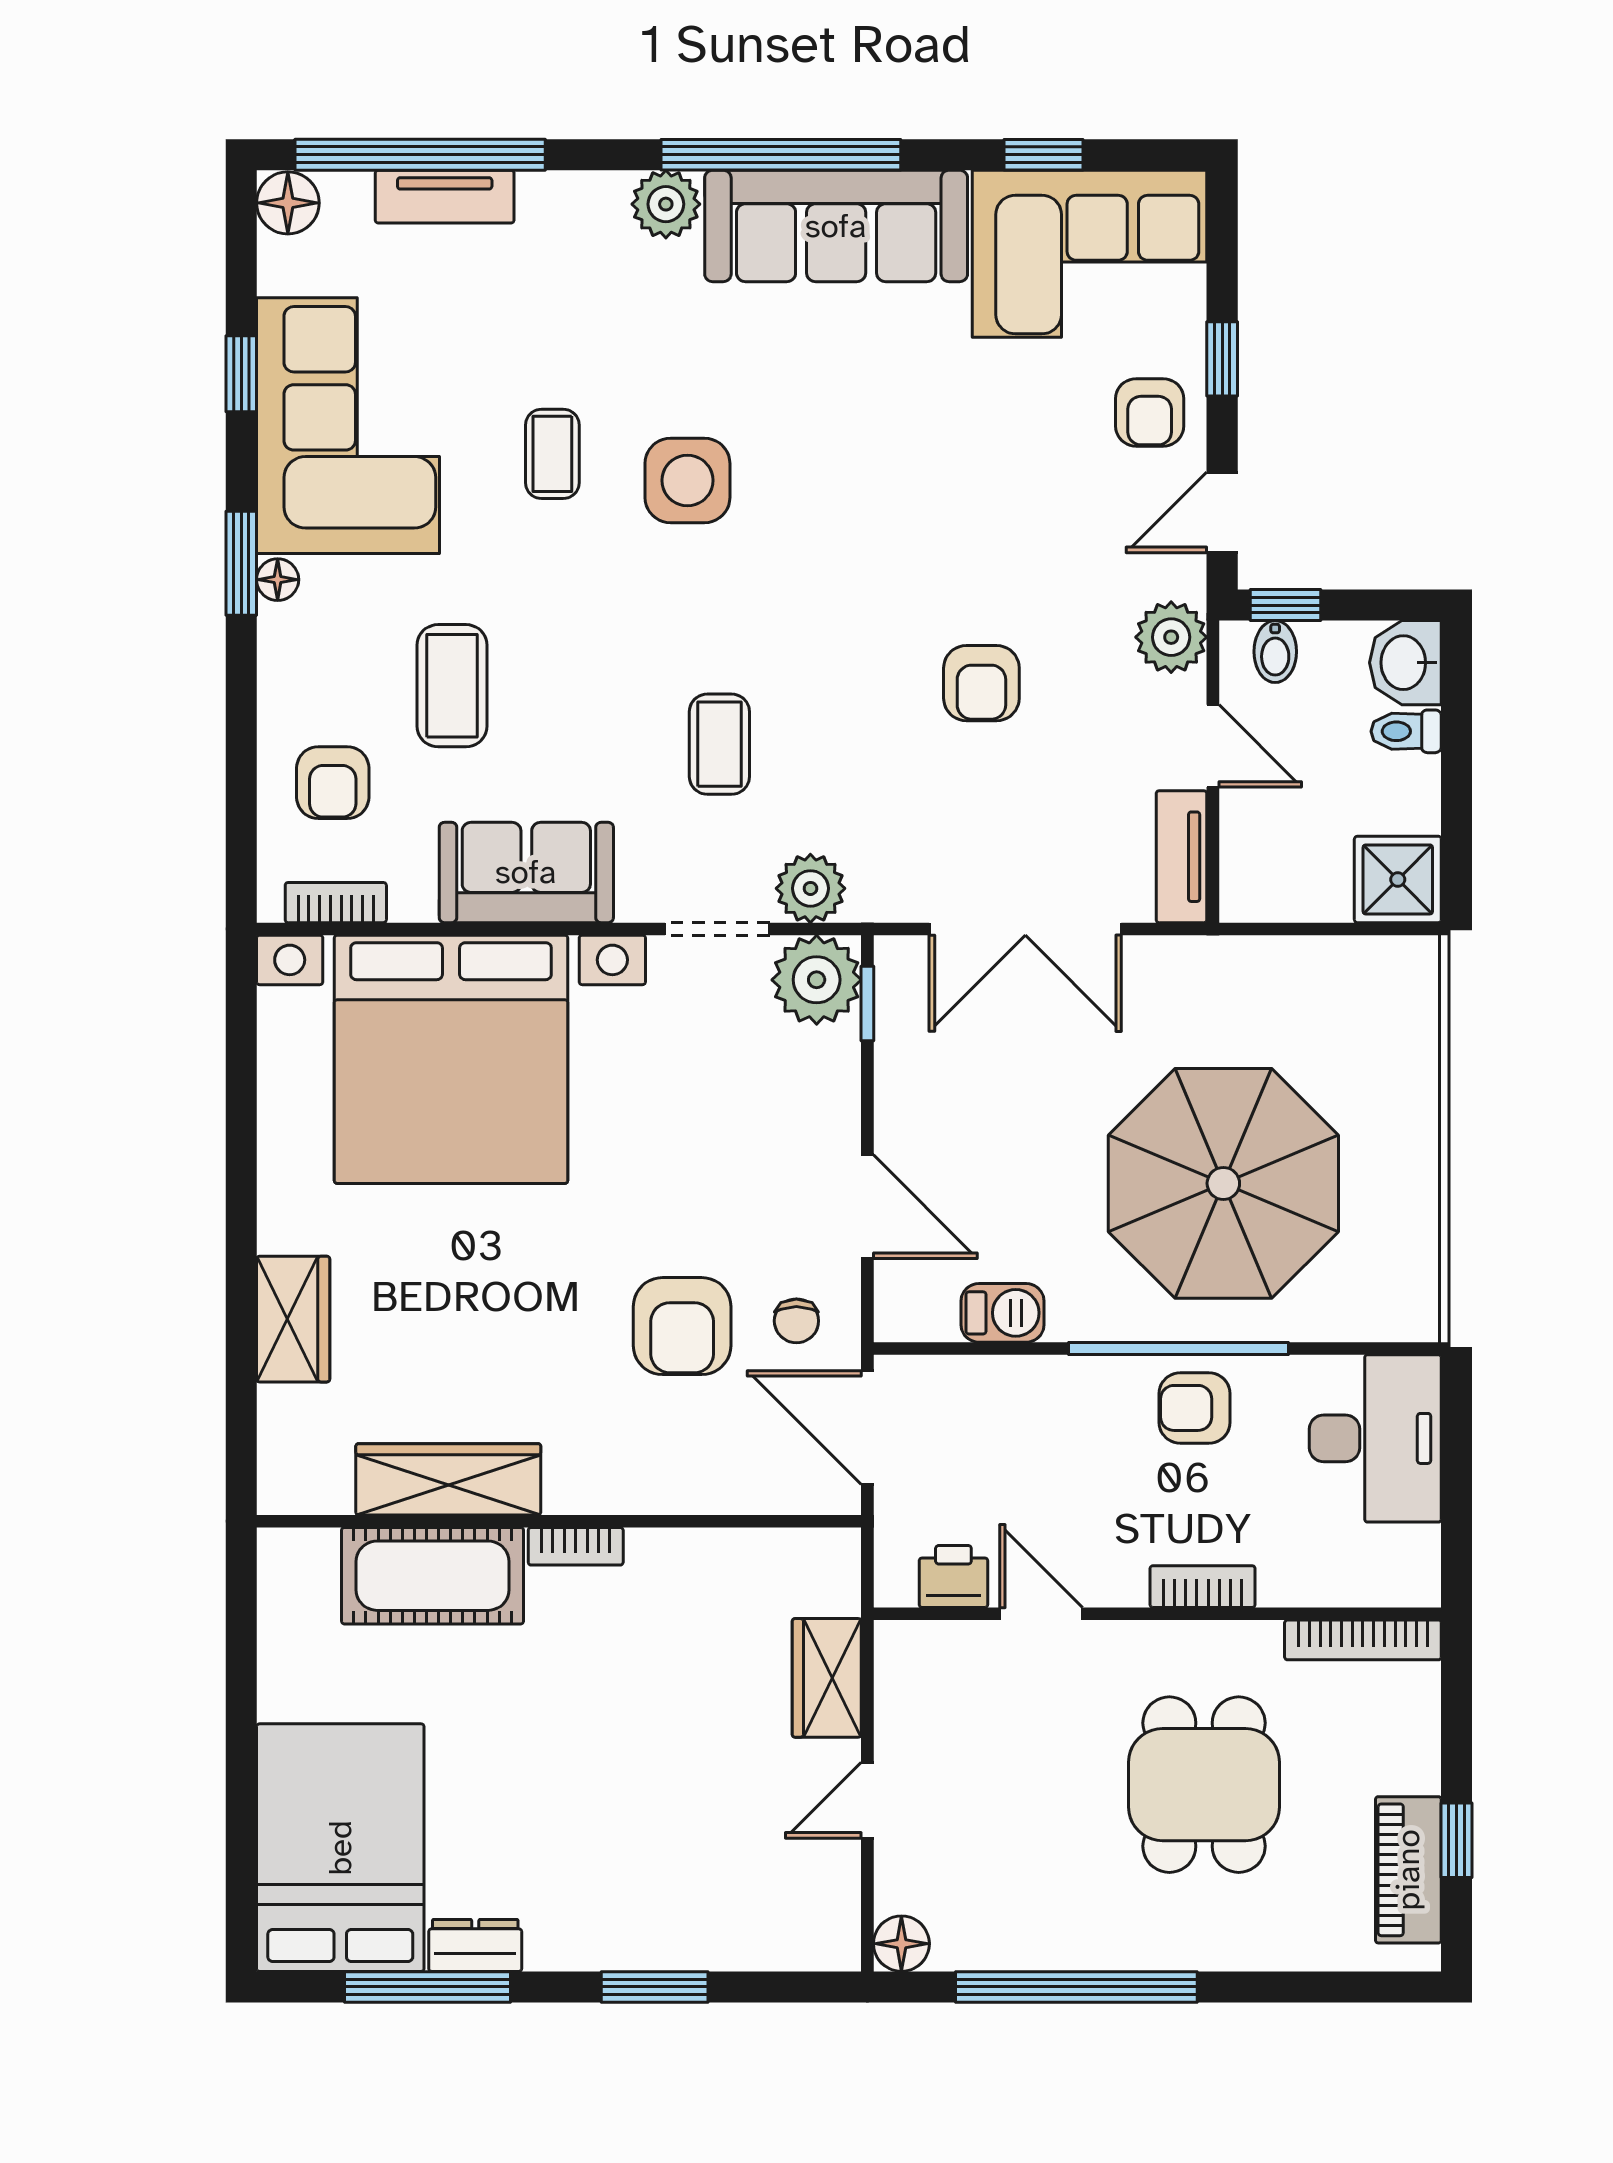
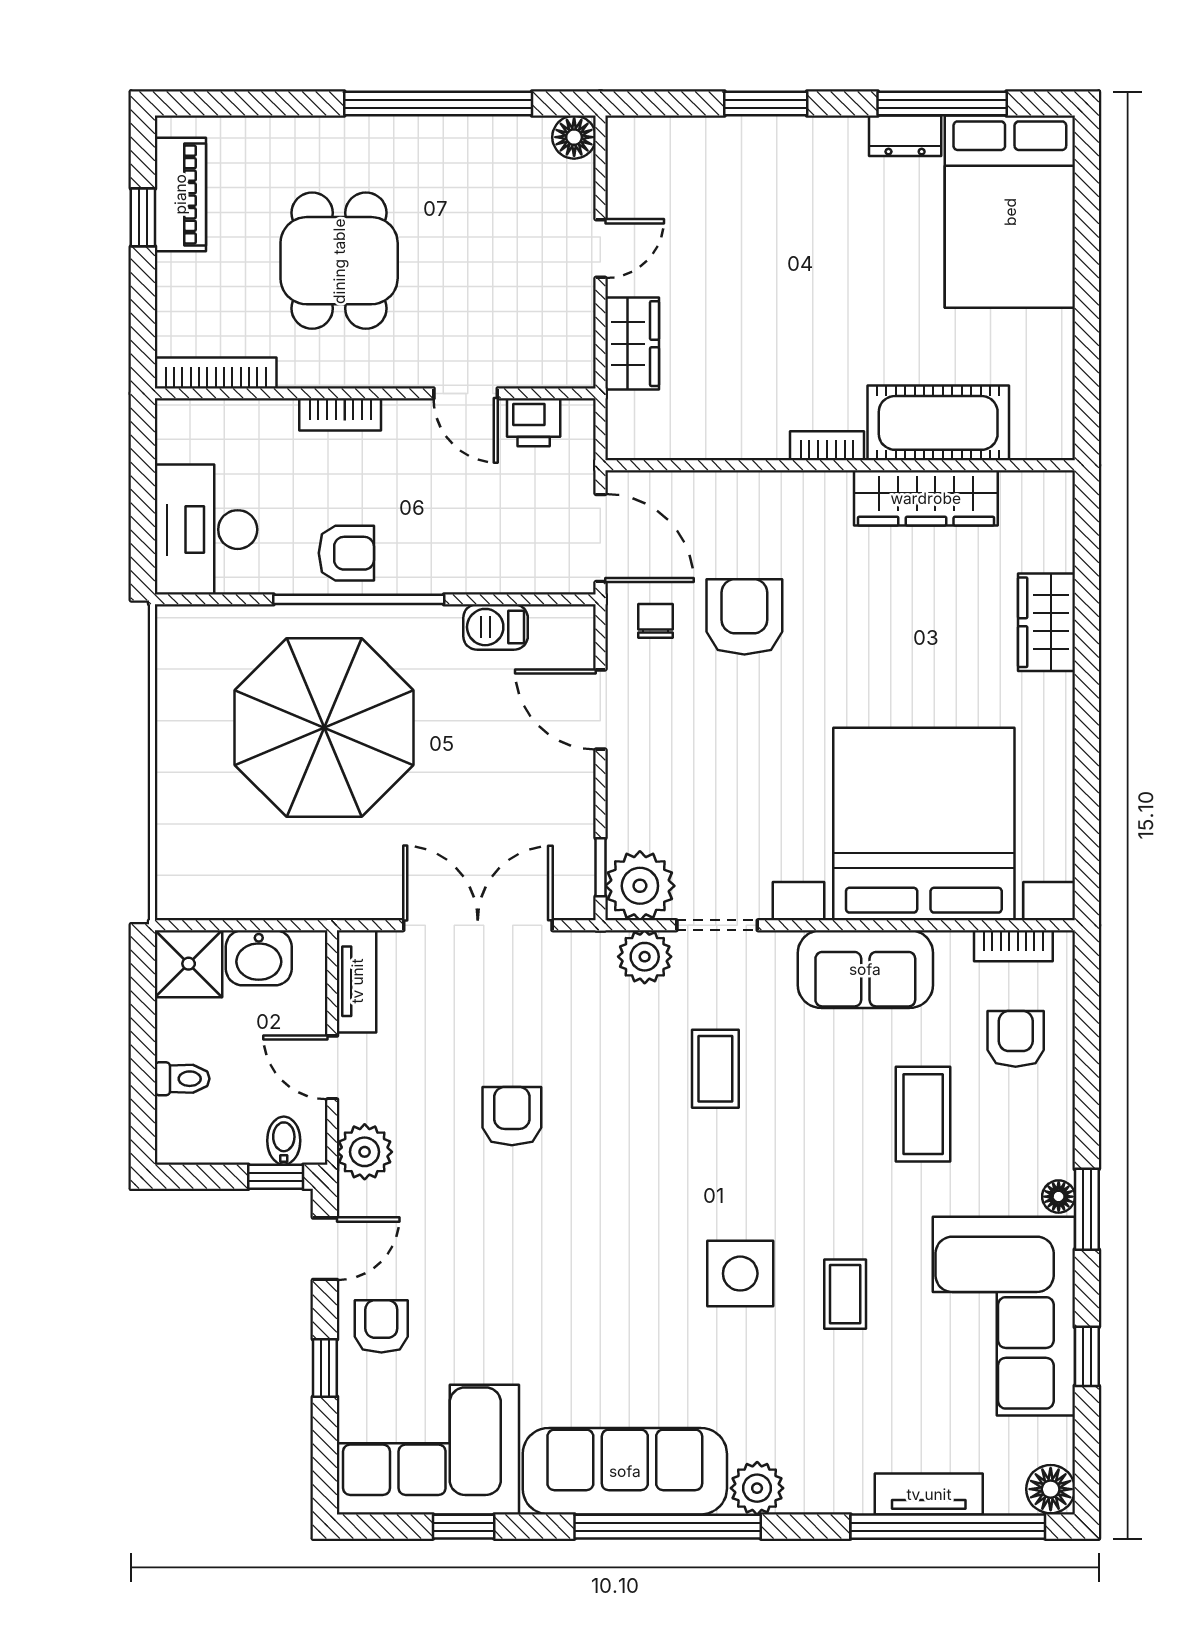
washbasin: (1405, 663) -> (259, 958), moved, turned 90

